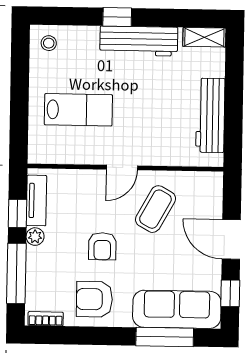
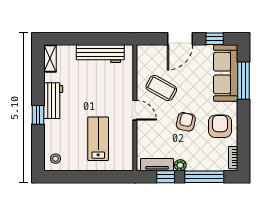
workbench: (139, 41) -> (53, 101), width x0.73
armchair: (102, 246) -> (186, 122), turned -78
armchair: (94, 299) -> (220, 126), turned 180

